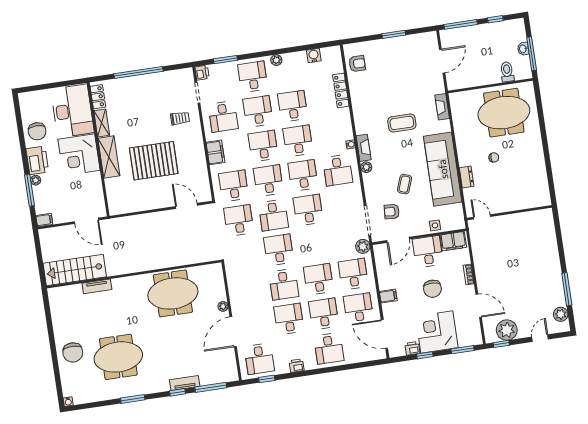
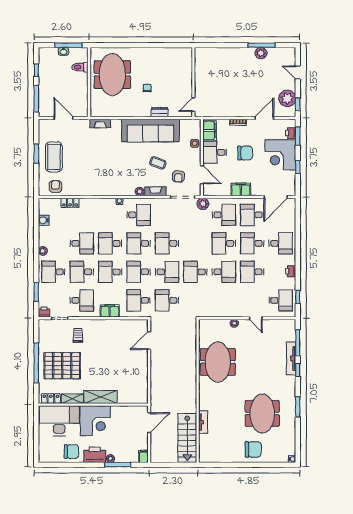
locker: (341, 90) -> (70, 203), width x0.66
desk: (293, 106) -> (82, 243), turned 180
coffee table: (402, 123) -> (54, 157), moved, width x1.36, depth x1.32
fireplace: (364, 148) -> (156, 191), moved
pallet: (154, 161) -> (62, 366), moved, turned 90
desk: (353, 274) -> (224, 215), turned 180
filing cabinet: (388, 296) -> (241, 189), width x2.00
plant: (561, 314) -> (261, 53), moved
door: (233, 332) -> (256, 318), width x0.53
printer: (412, 348) -> (291, 133), moved
tv unit: (185, 383) -> (291, 358), width x1.41

